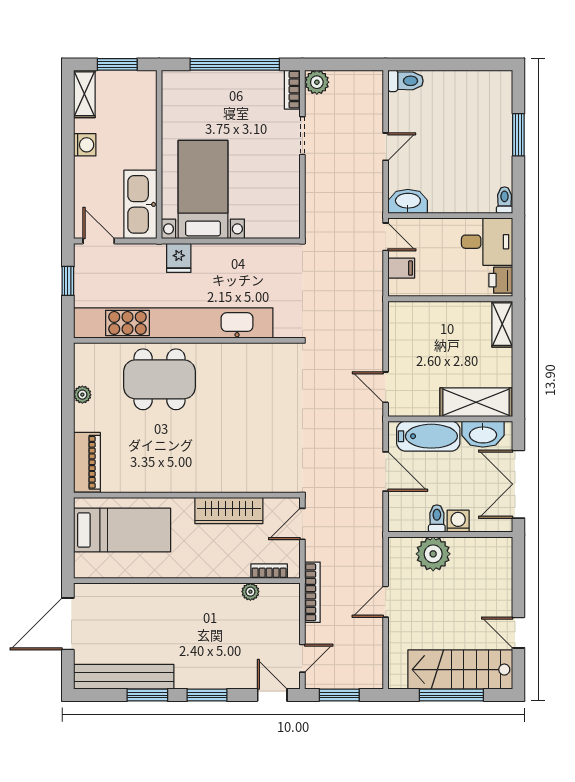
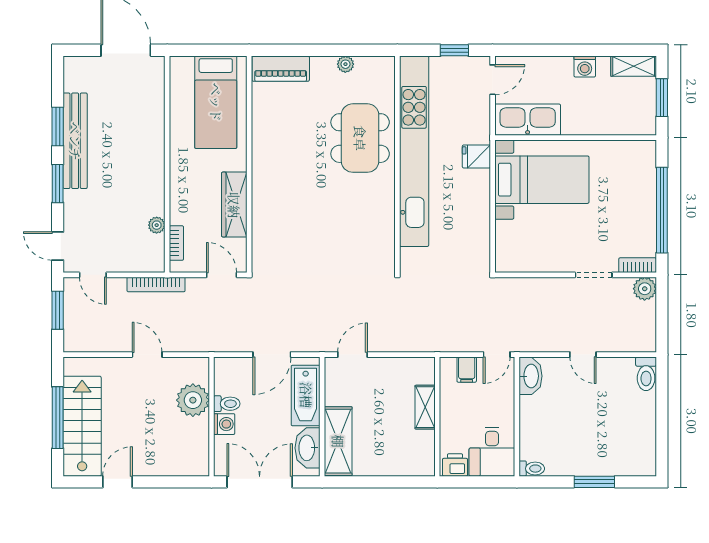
shelving: (502, 324) -> (425, 407), moved, turned 90
bench: (124, 677) -> (75, 141), moved
door: (272, 695) -> (58, 246), swing flipped

